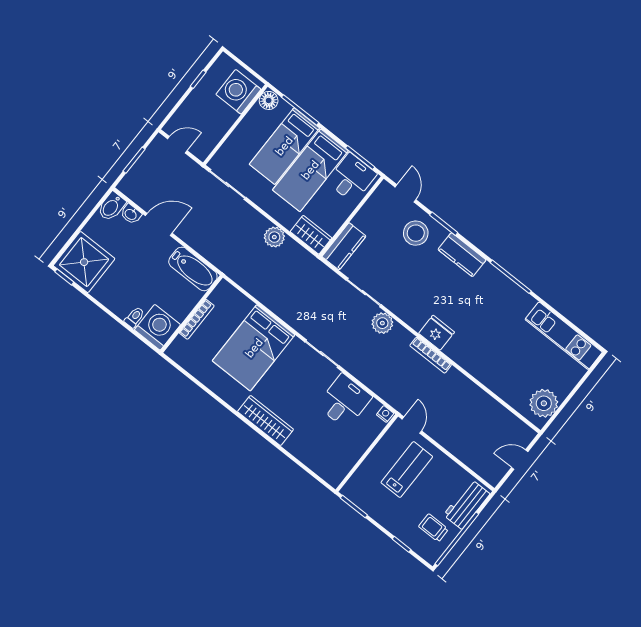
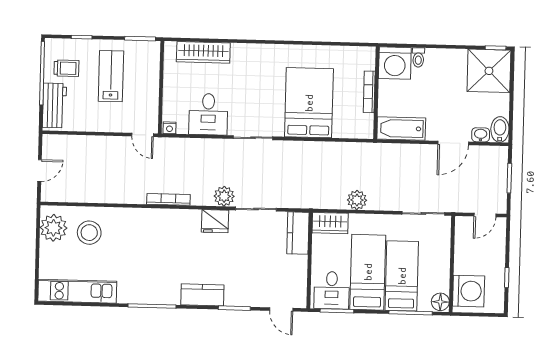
stool: (416, 233) -> (89, 233), moved
fridge: (437, 333) -> (215, 221), moved
wardrobe: (265, 420) -> (203, 52), moved
lab bench: (407, 470) -> (111, 76), moved, turned 180

